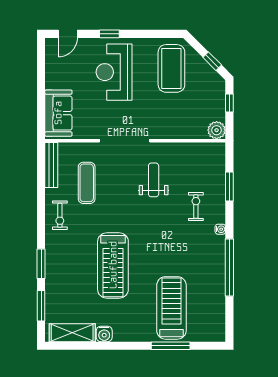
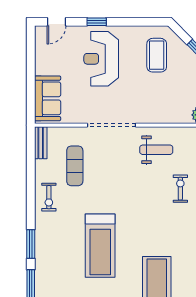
coffee table: (171, 68) -> (157, 55), width x0.73, depth x0.76
bench: (51, 165) -> (41, 143), width x0.73
weight bench: (154, 180) -> (156, 150), moved, turned 90

